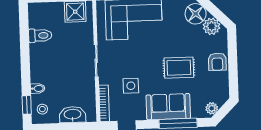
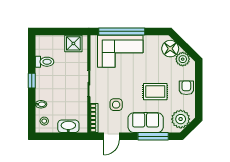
armchair: (217, 62) -> (186, 88), turned 180
window: (27, 105) -> (32, 81), moved
plant: (212, 108) -> (181, 119), width x1.87, depth x1.87

